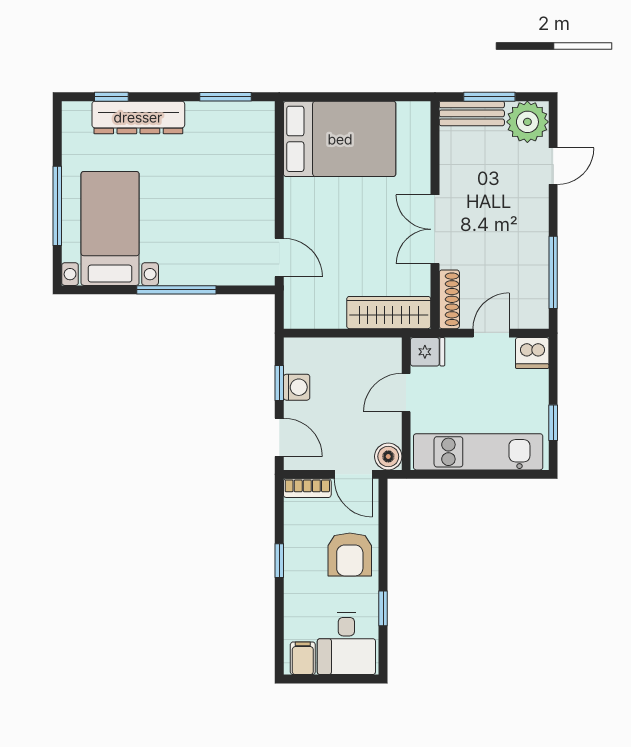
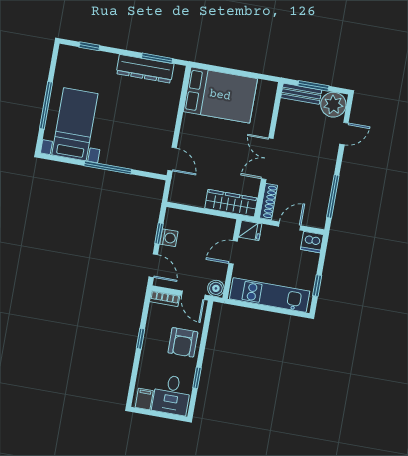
dresser: (138, 117) -> (145, 69), moved

